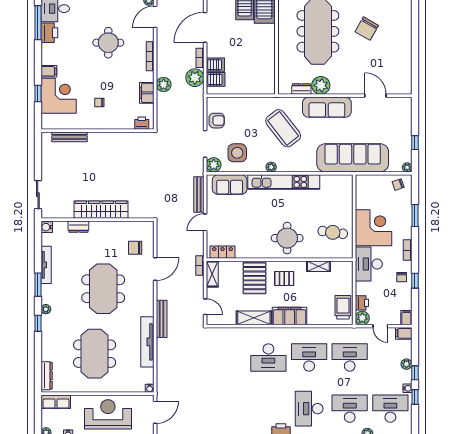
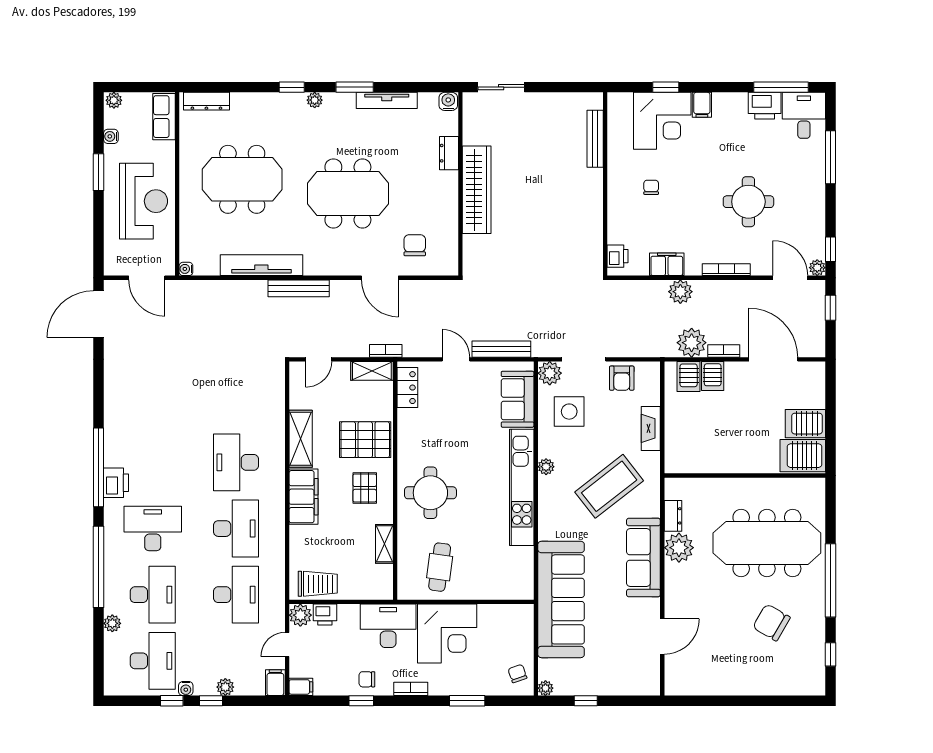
fireplace: (248, 103) -> (651, 428), added

